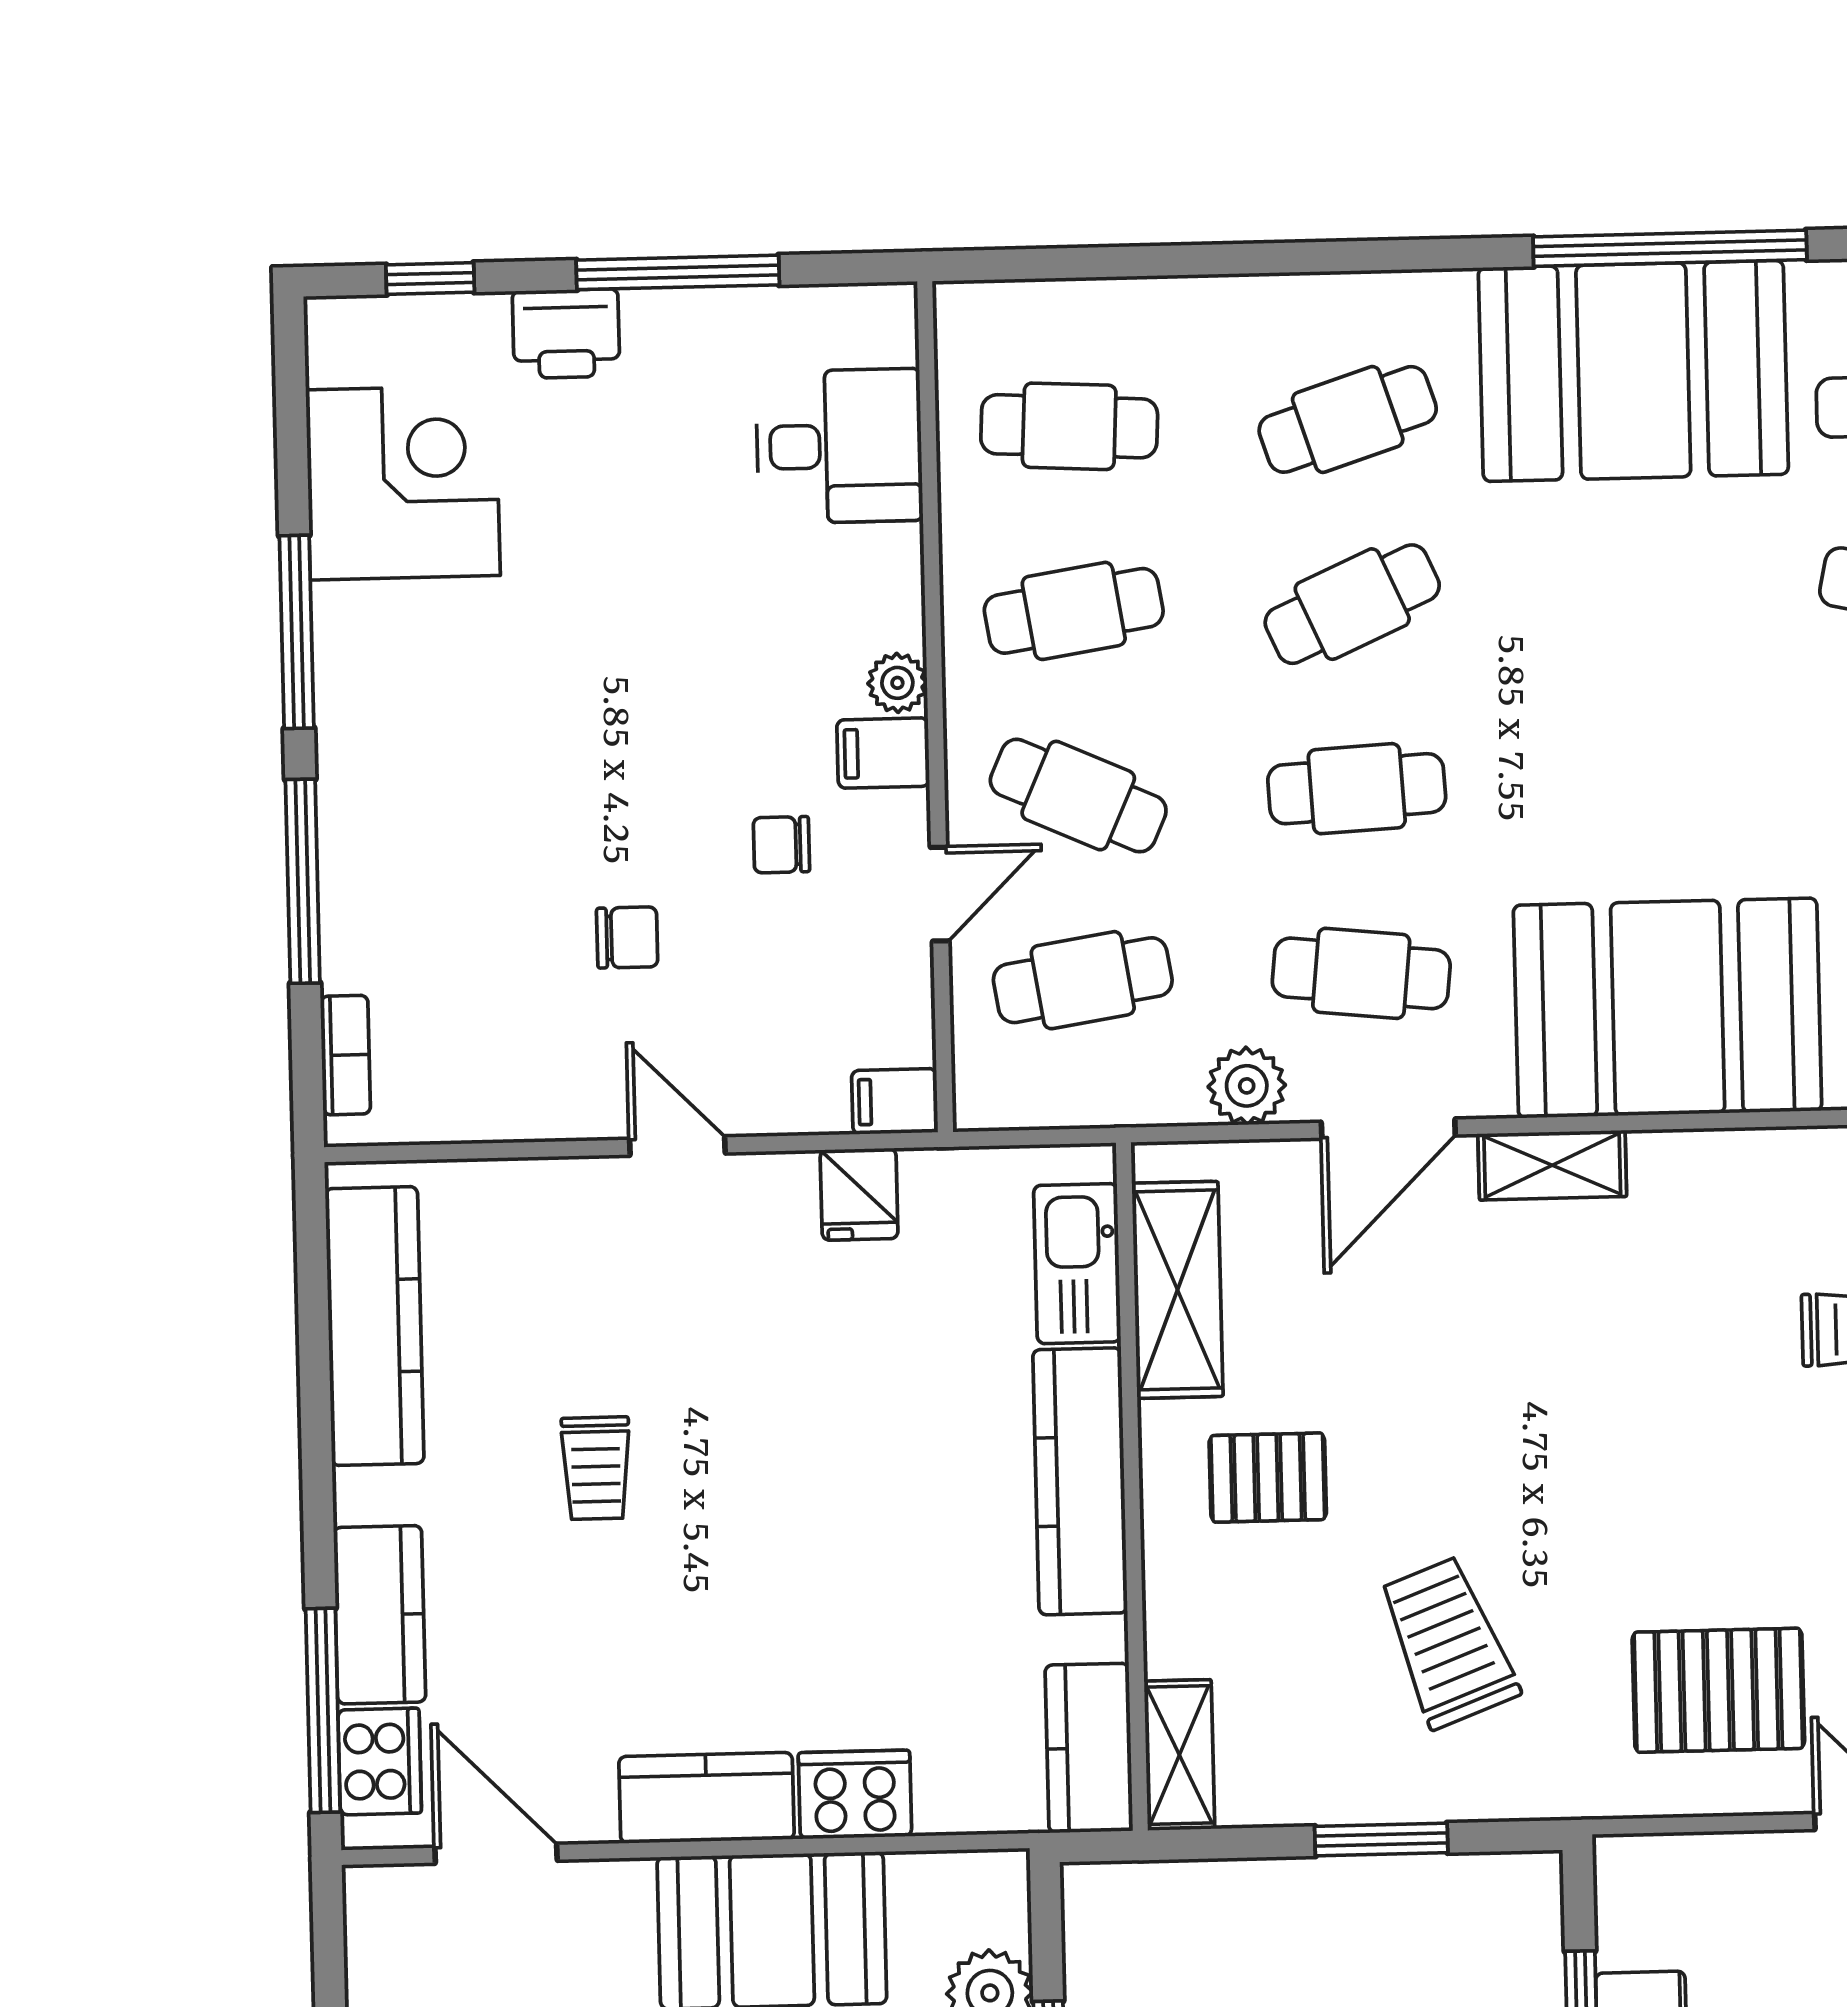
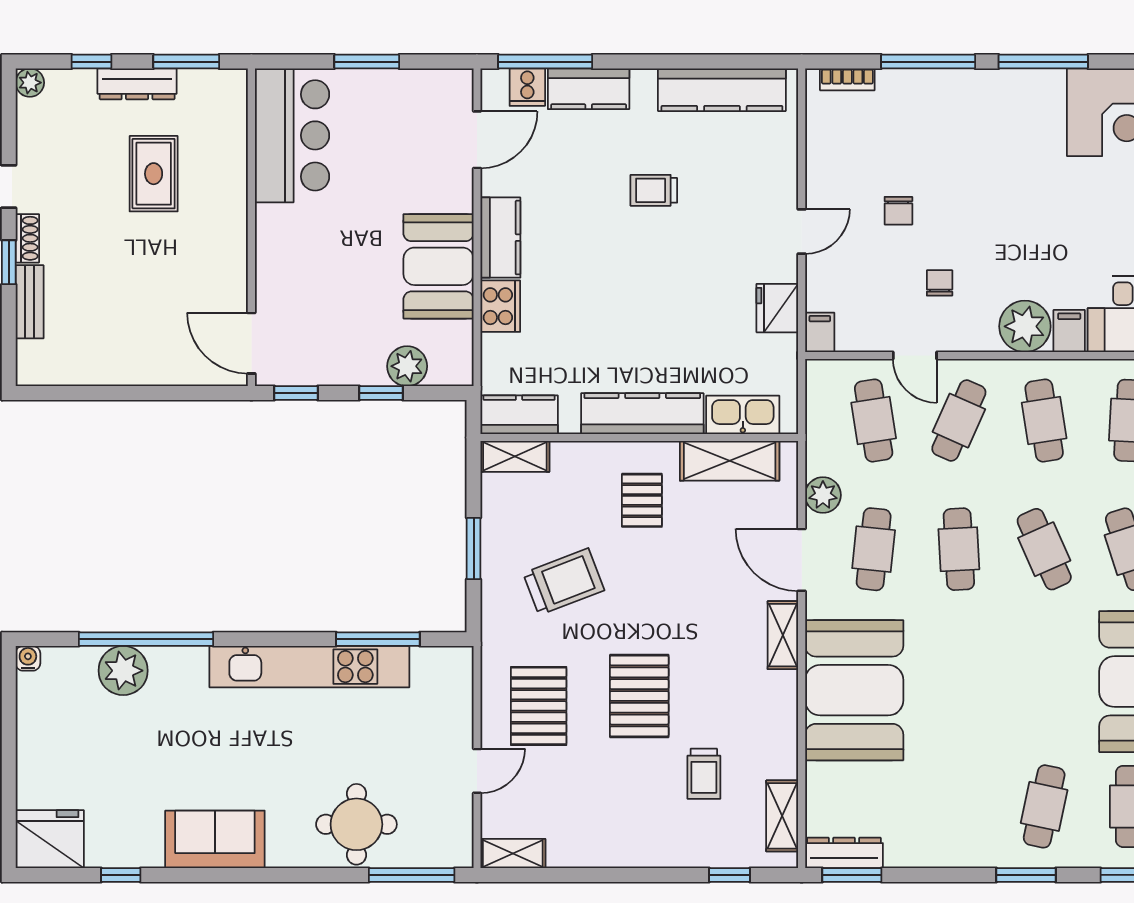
plant: (897, 683) -> (1025, 326), width x1.87, depth x1.87
filing cabinet: (883, 753) -> (1069, 331), moved
fridge: (859, 1194) -> (777, 308), width x1.38
pallet: (1691, 1473) -> (639, 696), added
cooker: (380, 1761) -> (527, 87), width x0.73

